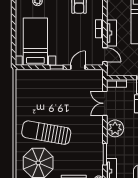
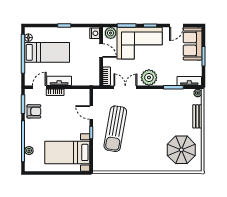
door: (105, 55) -> (39, 87), moved
double door: (105, 103) -> (125, 87), swing flipped
sun lounger: (46, 133) -> (115, 129), moved

